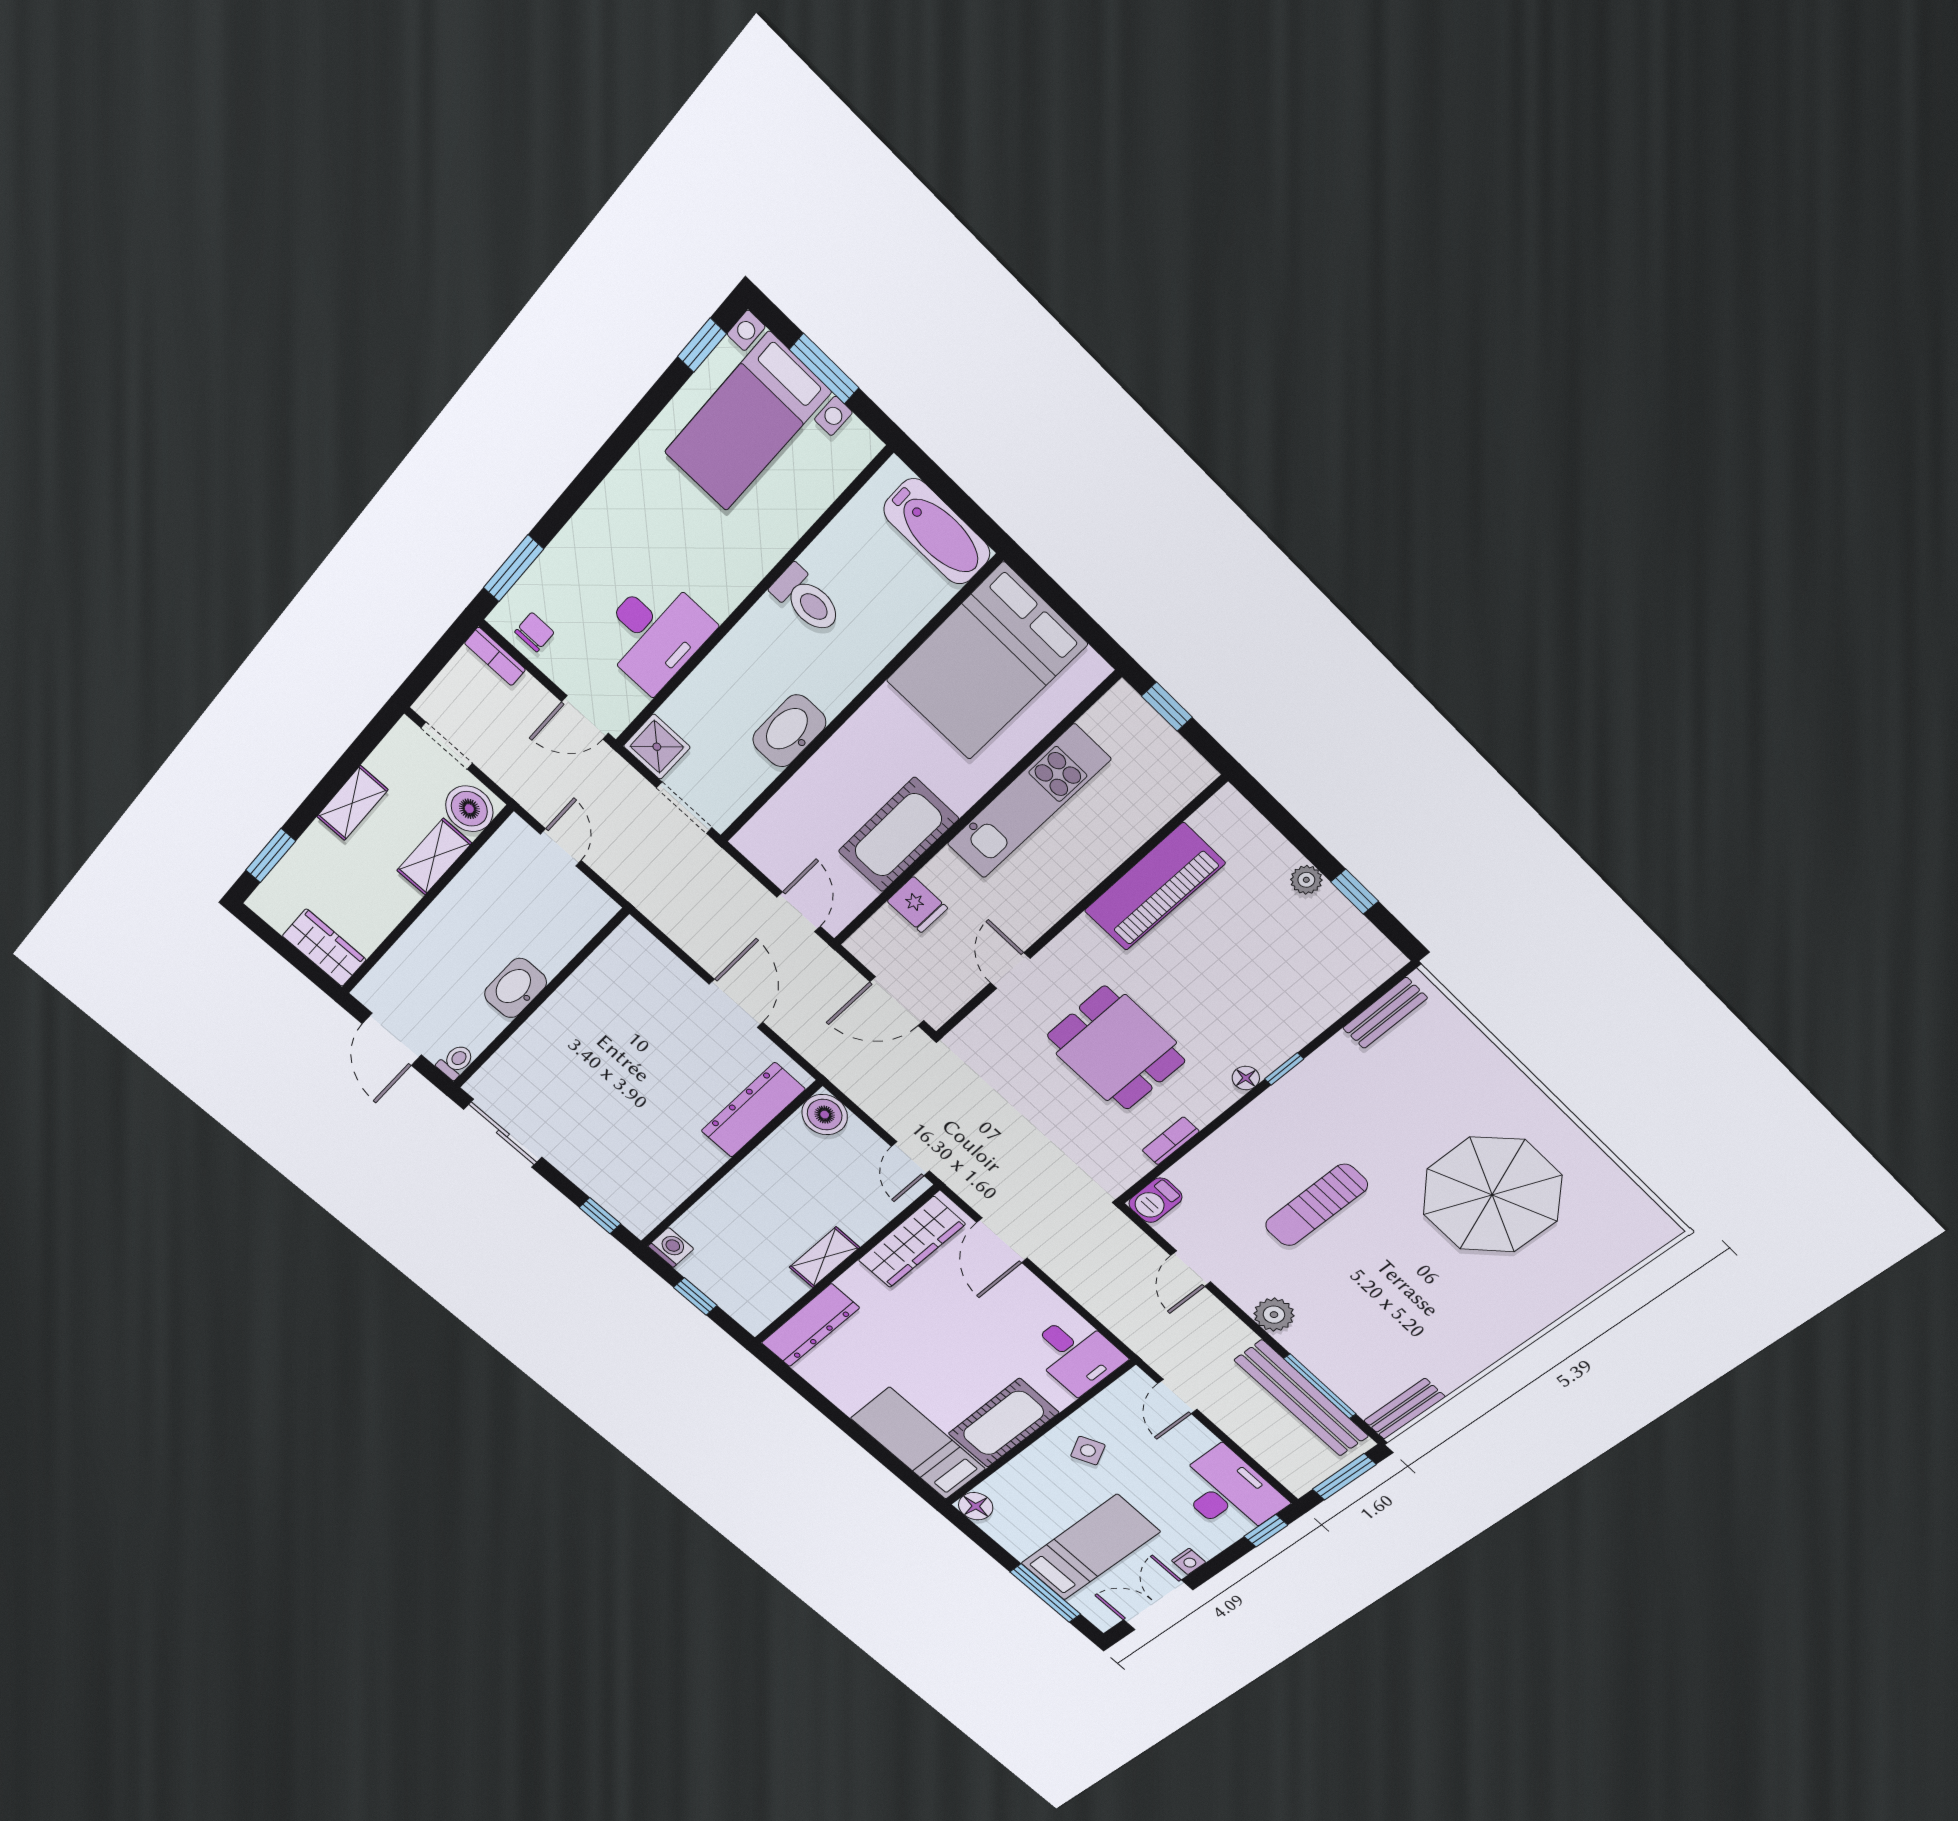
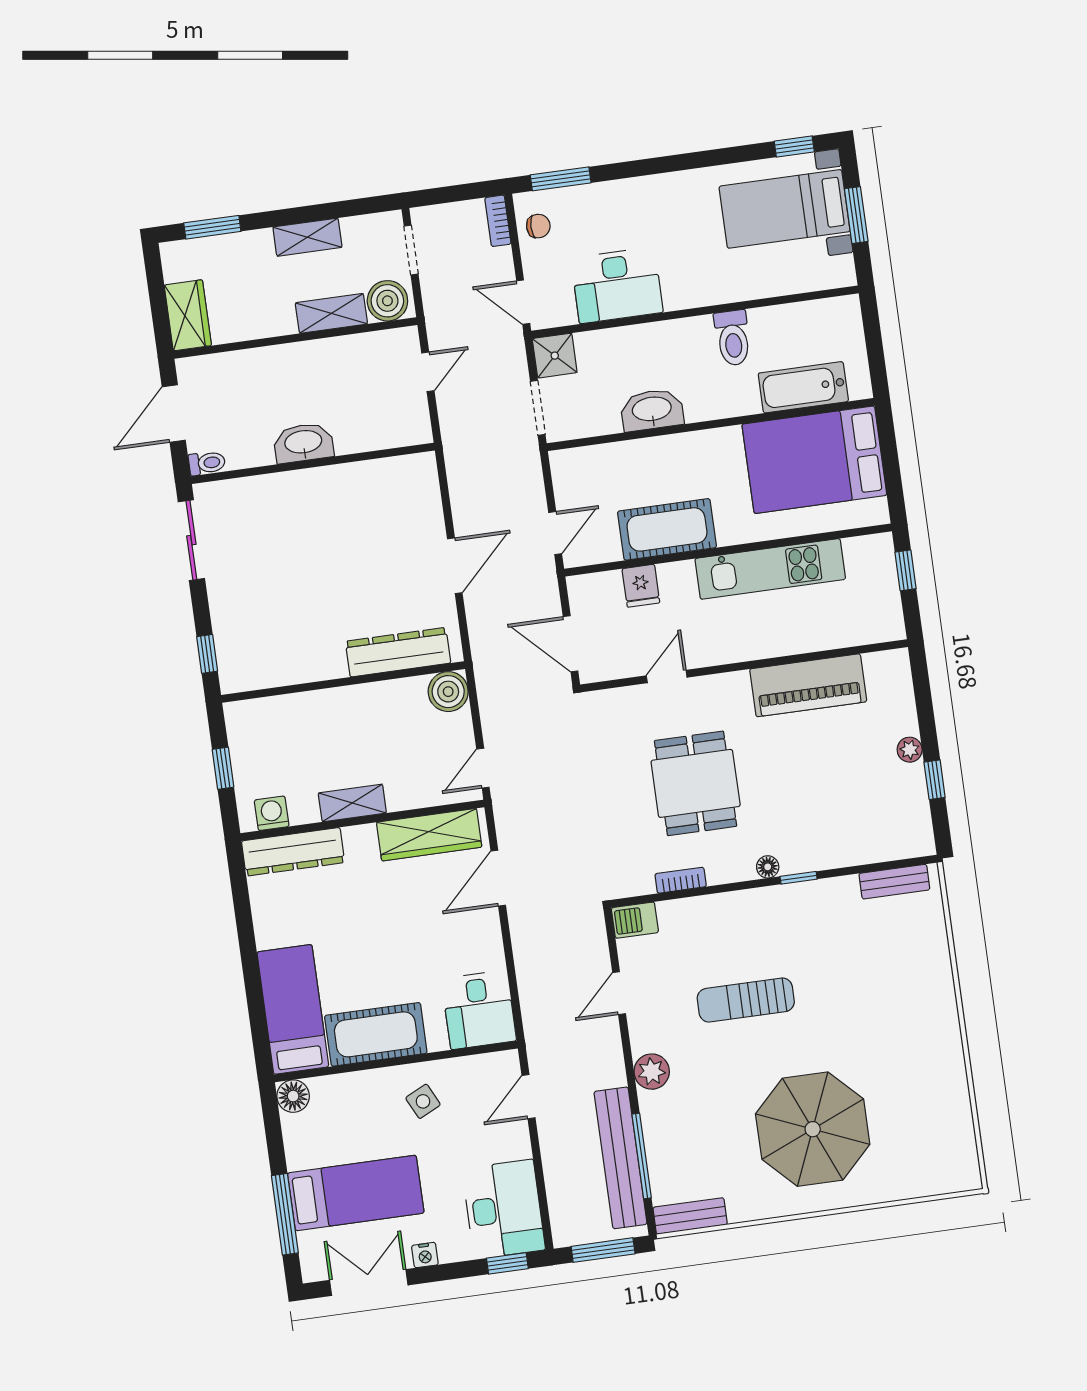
bathtub: (937, 532) -> (803, 387), moved, turned 90
parasol: (1492, 1195) -> (813, 1129), moved
washing machine: (671, 1247) -> (272, 813), moved, turned -90

